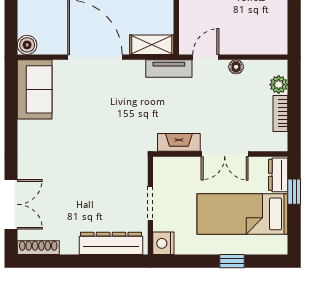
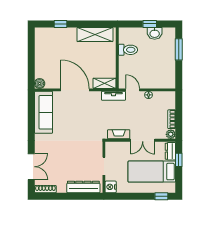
door: (206, 57) -> (133, 90), hinge flipped
plant: (279, 85) -> (171, 134), moved
sofa: (35, 89) -> (44, 112), width x1.36
window: (232, 261) -> (161, 196), moved

